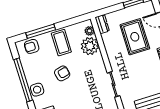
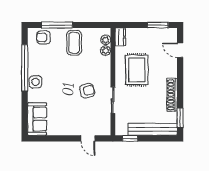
rug: (135, 37) -> (137, 70), moved
plant: (90, 46) -> (106, 51), width x0.53, depth x0.53
armchair: (62, 73) -> (87, 91), moved

